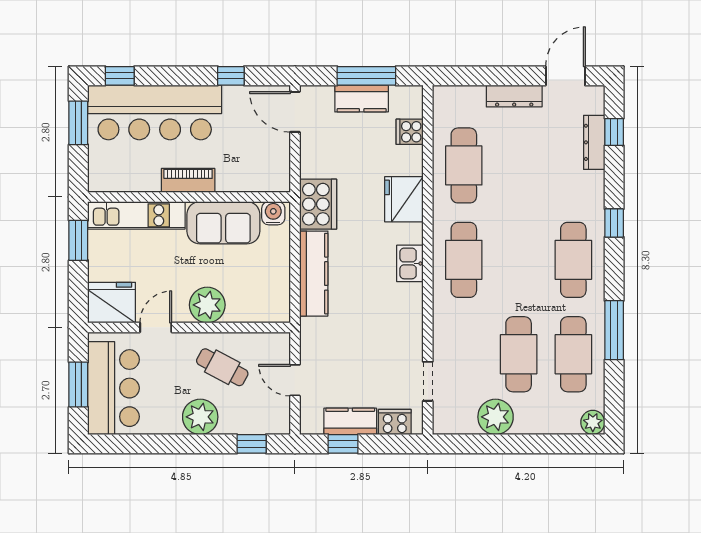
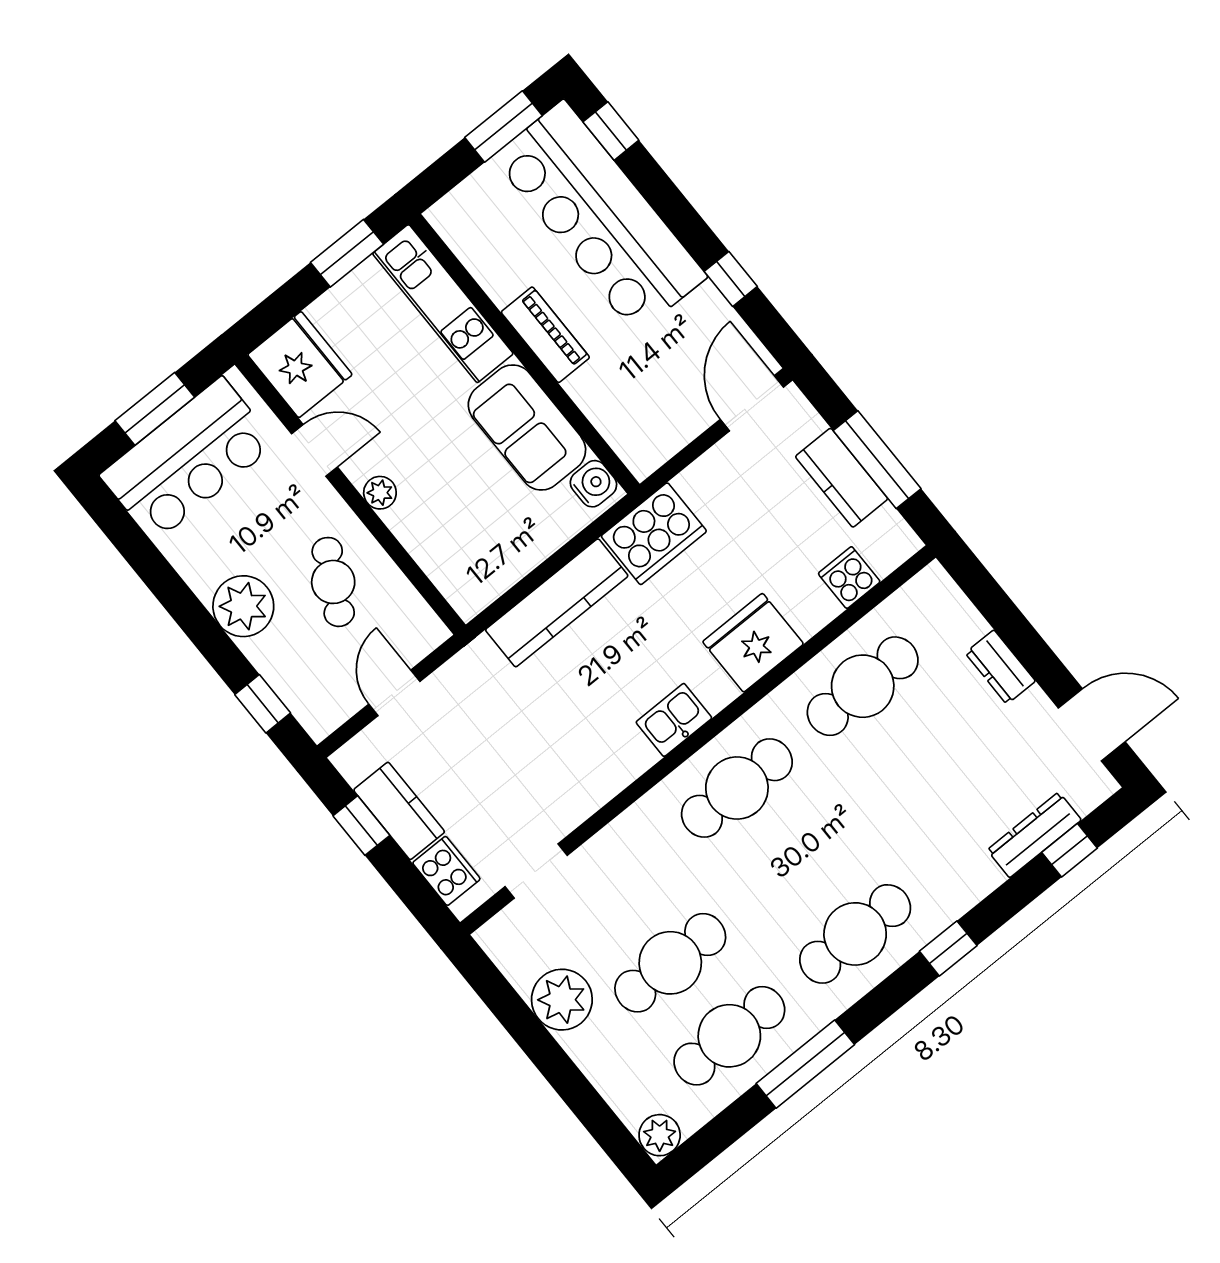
dresser: (514, 96) -> (1000, 667), width x0.70
plant: (207, 305) -> (380, 493), width x0.53, depth x0.53

